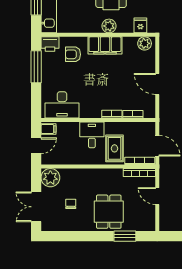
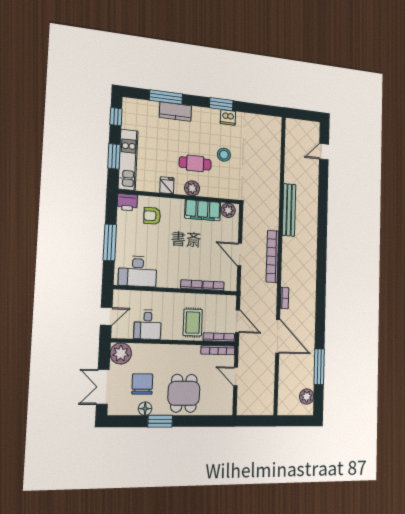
fridge: (140, 25) -> (167, 185), moved
filing cabinet: (105, 45) -> (203, 210), moved
window: (36, 67) -> (110, 242), moved
filing cabinet: (48, 129) -> (121, 298), removed
desk: (92, 135) -> (148, 325), moved, turned 180
chair: (71, 204) -> (142, 384), width x1.87, depth x1.87
floor lamp: (74, 225) -> (145, 409), added
window: (125, 236) -> (160, 421), moved

